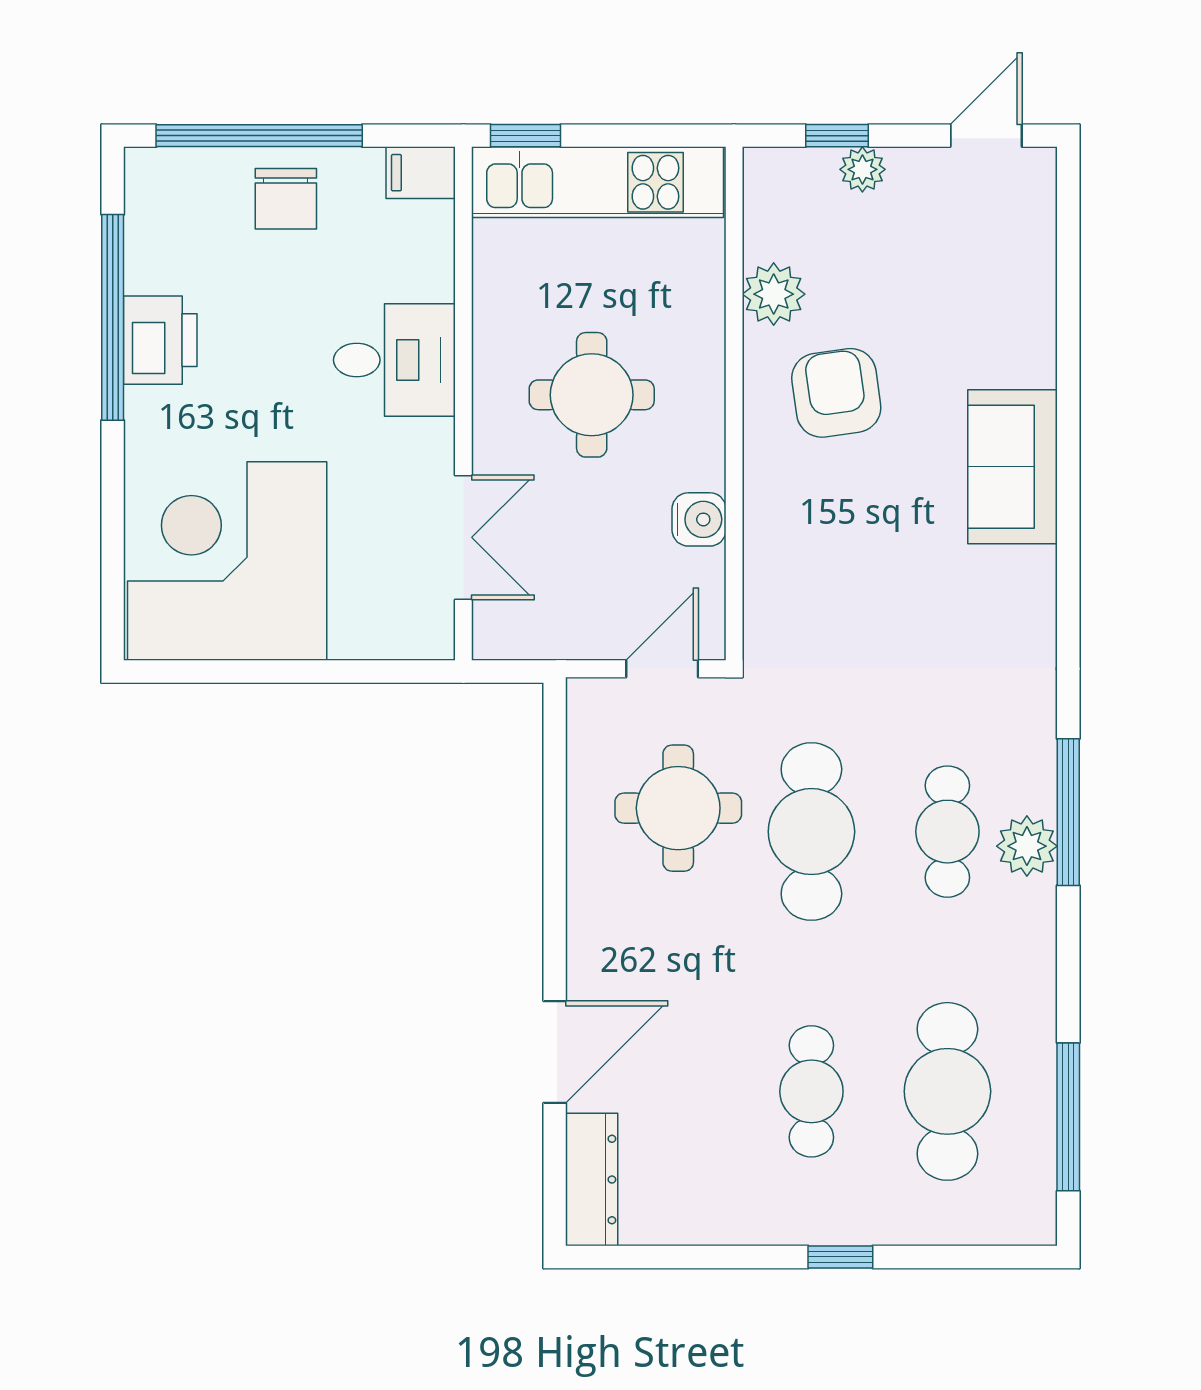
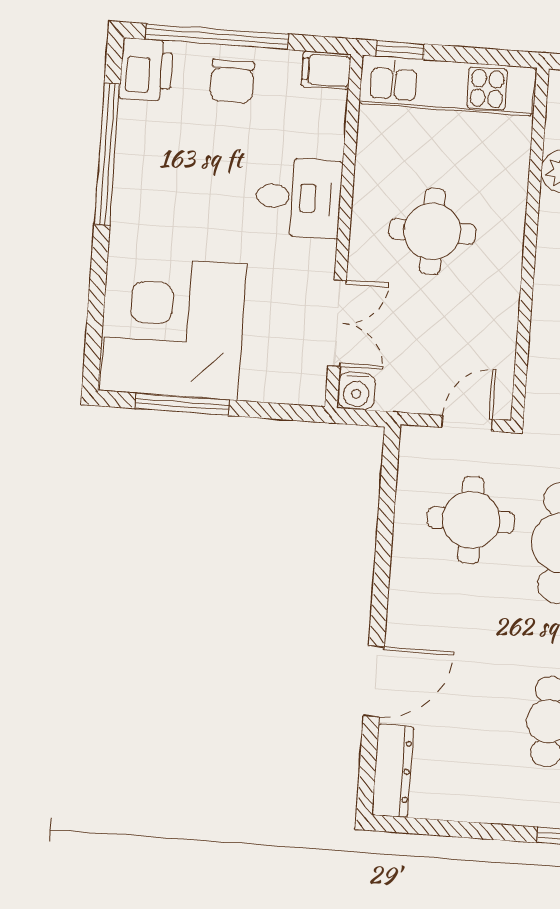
printer: (160, 340) -> (146, 70), moved
water cooler: (699, 519) -> (356, 391), moved, turned 90
window: (248, 671) -> (182, 404), added

